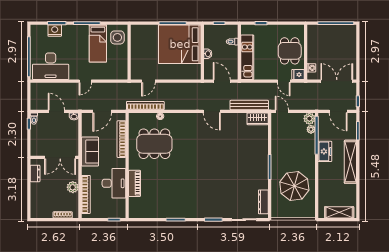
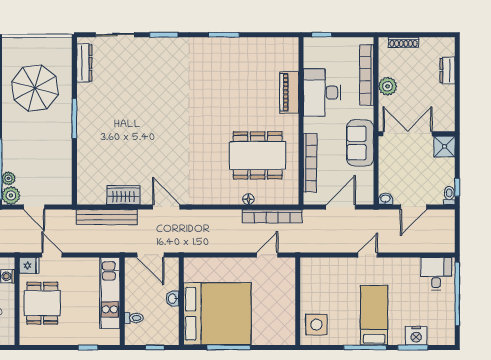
bed: (98, 43) -> (374, 315), moved
desk: (51, 66) -> (436, 274), width x0.53, depth x0.77
door: (56, 111) -> (414, 207), hinge flipped
door: (282, 111) -> (34, 207), moved
wardrobe: (258, 119) -> (124, 195), moved
shower: (37, 149) -> (445, 146), added
dresser: (35, 173) -> (447, 70), moved

